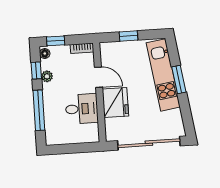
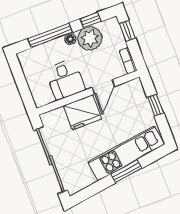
floor lamp: (45, 53) -> (70, 39), moved
plant: (47, 76) -> (90, 38), width x1.87, depth x1.87

